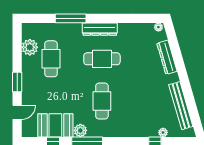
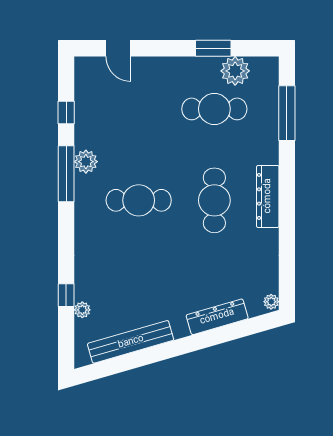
window: (71, 18) -> (287, 113), moved
window: (17, 82) -> (213, 48), moved
booth: (55, 125) -> (95, 117), removed

